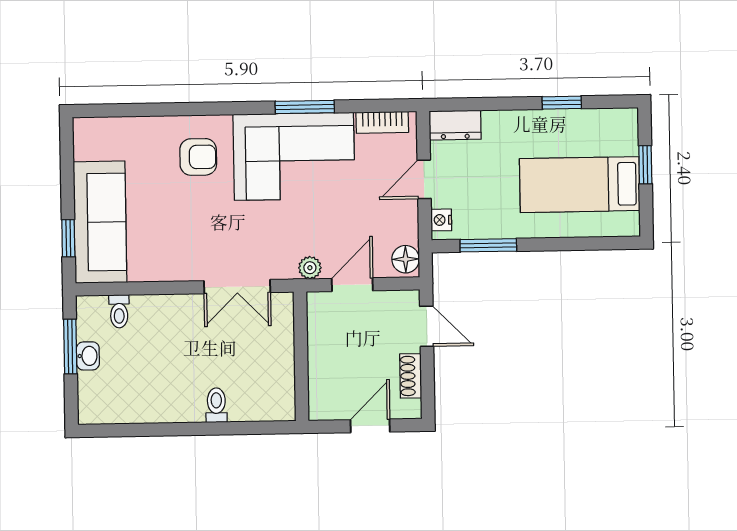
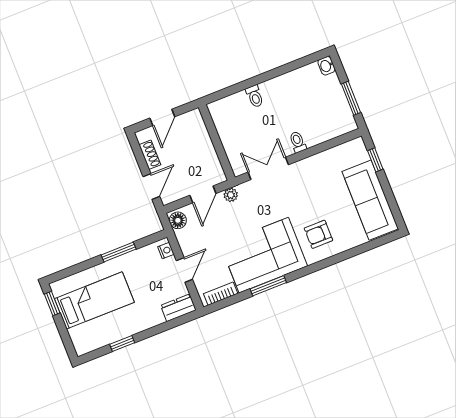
window: (645, 165) -> (52, 304), moved
sofa: (100, 222) -> (370, 200), moved
window: (488, 245) -> (119, 252), moved
toilet: (119, 311) -> (298, 142), moved
door: (427, 326) -> (151, 187), swing flipped
washbasin: (88, 356) -> (326, 66), moved

